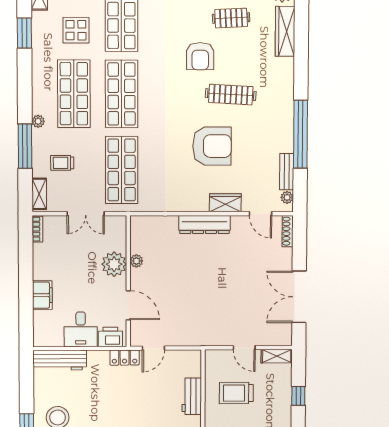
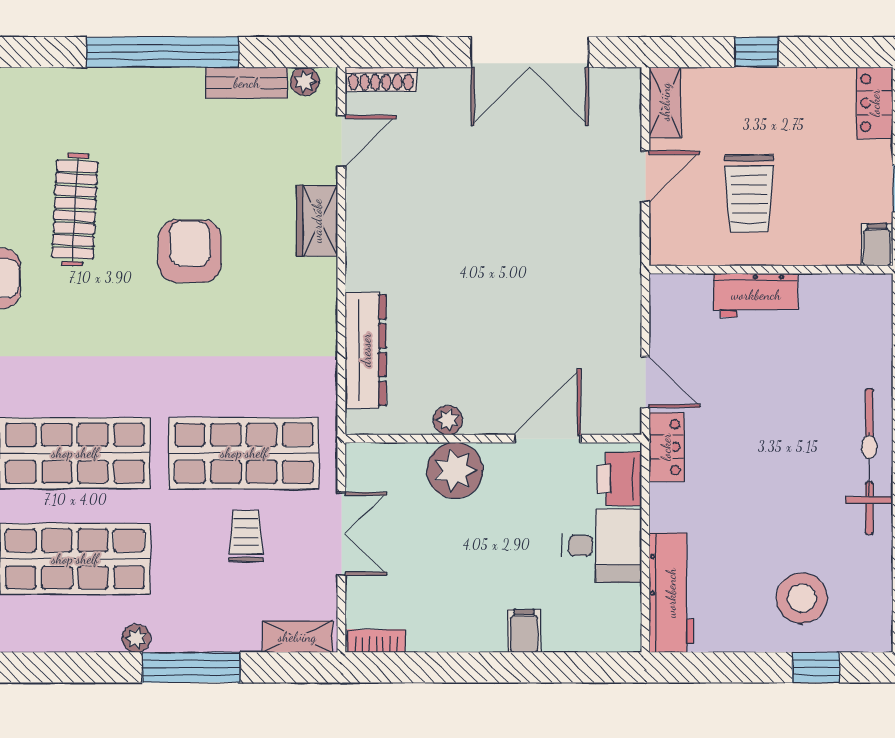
armchair: (212, 146) -> (190, 251), width x0.73, depth x0.73
trolley: (62, 163) -> (246, 536), moved, turned 180
dresser: (205, 224) -> (366, 350), moved
filing cabinet: (42, 295) -> (524, 631), width x0.50

